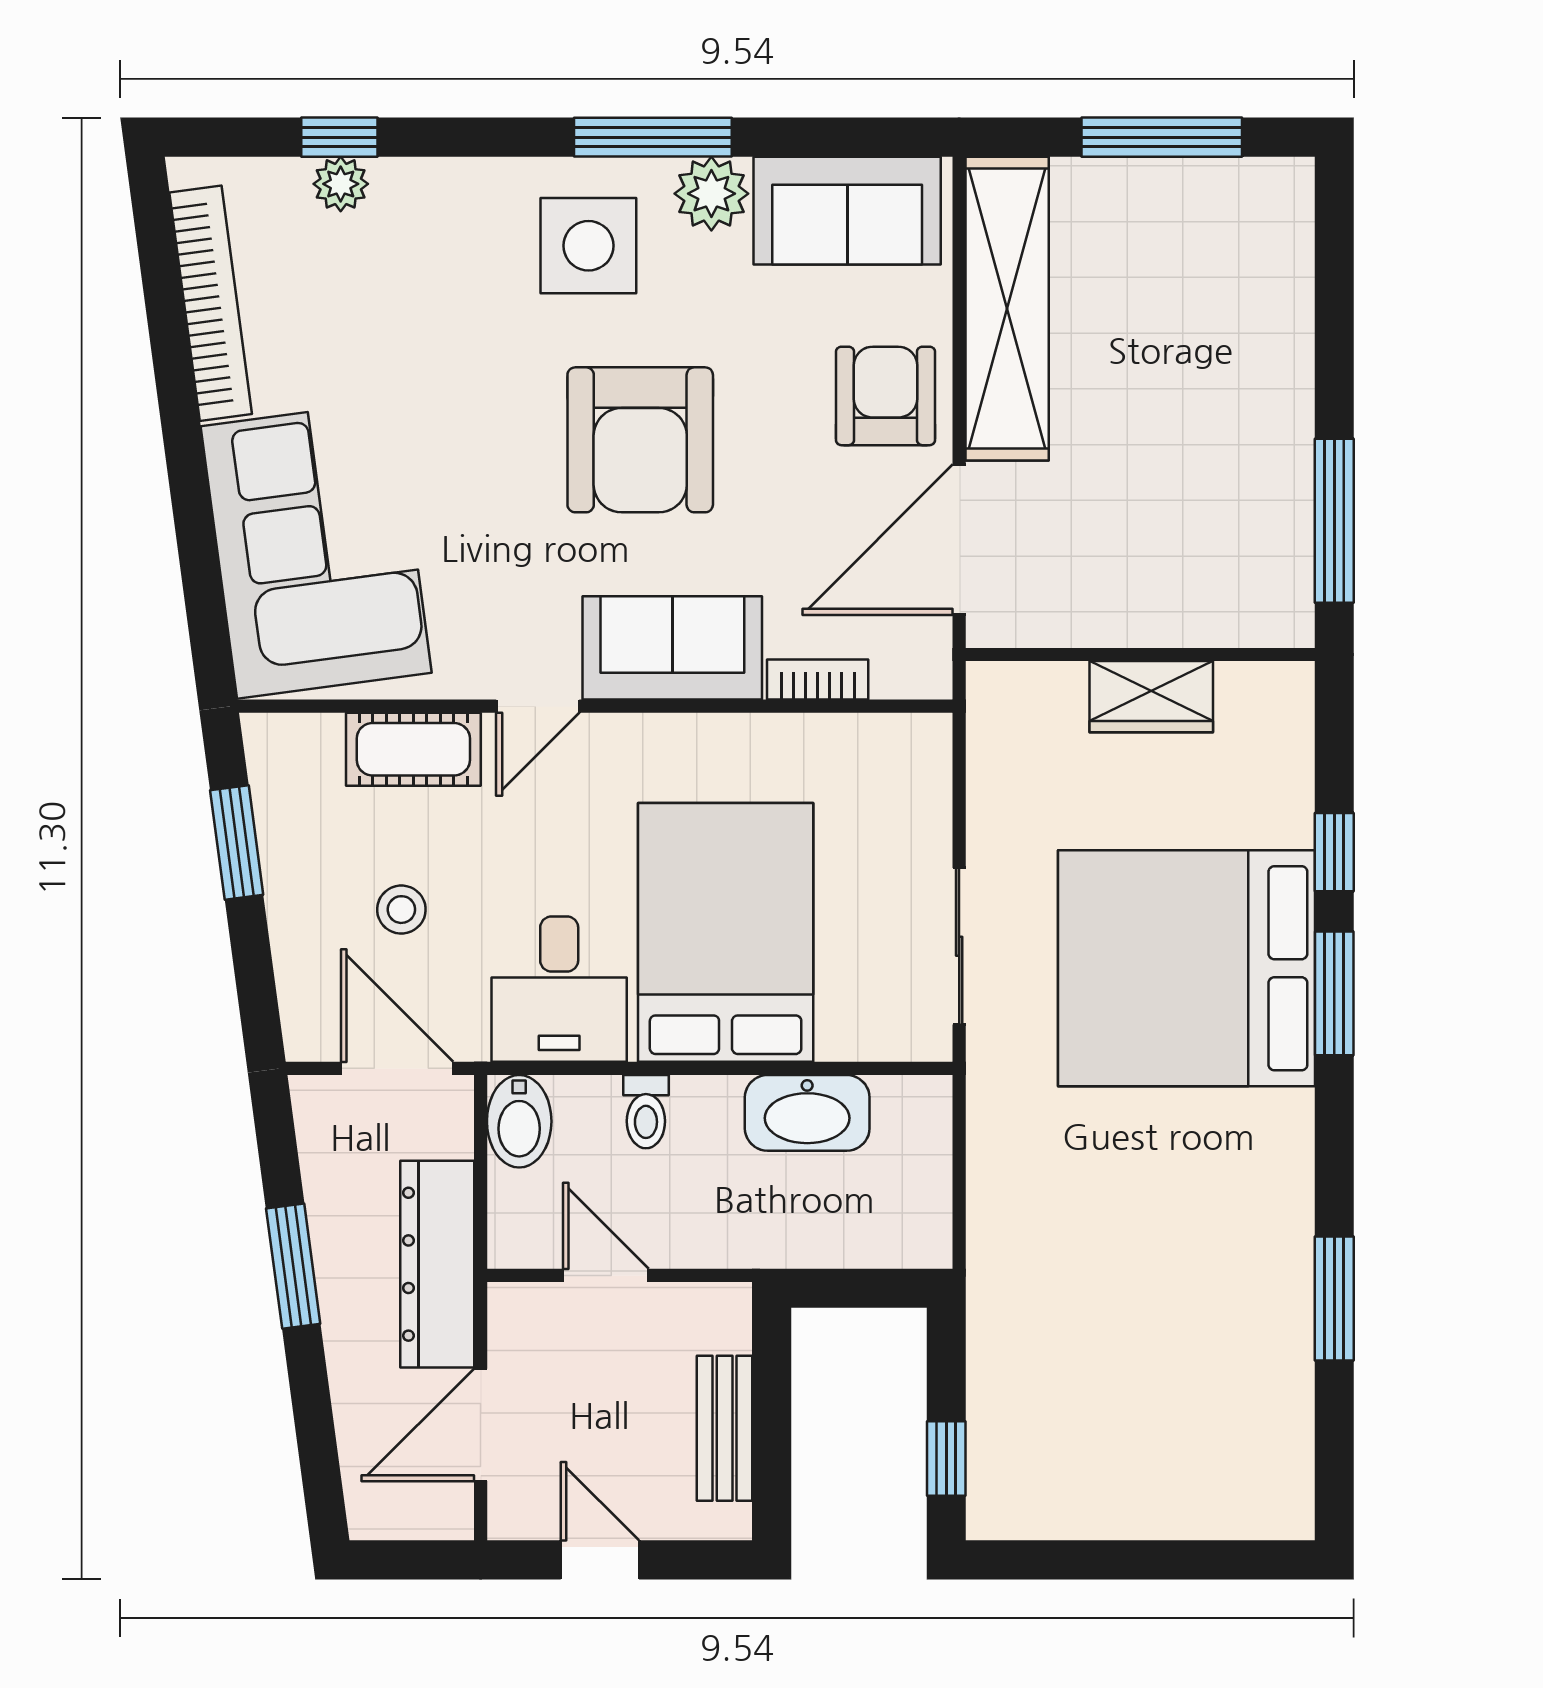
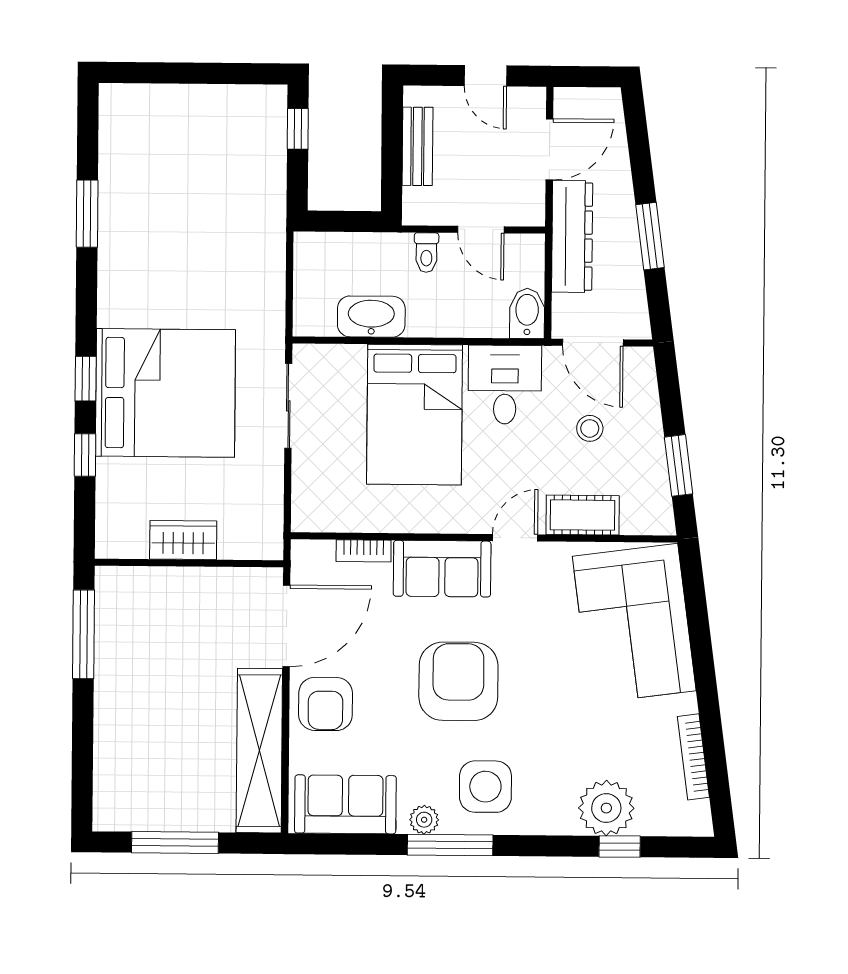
plant: (341, 184) -> (606, 808), width x1.87, depth x1.87
plant: (711, 194) -> (424, 820), width x0.73, depth x0.73
bookcase: (211, 303) -> (693, 757), width x0.68, depth x0.76
window: (1334, 993) -> (86, 379), width x0.67
toilet: (646, 1112) -> (426, 253), moved, turned 180

